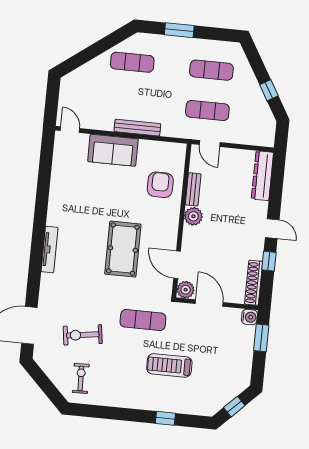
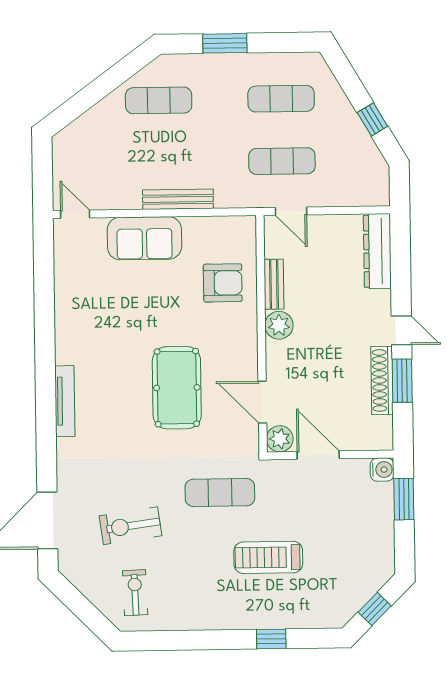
armchair: (160, 185) -> (223, 283), turned 90
window: (269, 261) -> (402, 381), width x1.50
shoe rack: (254, 283) -> (382, 380), moved

